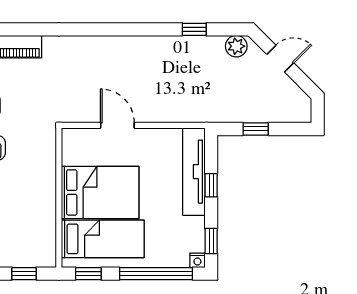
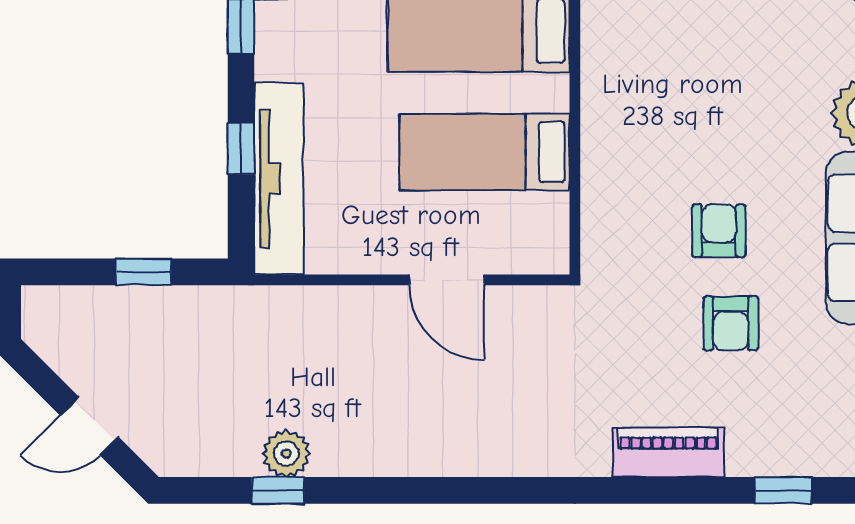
plant: (236, 46) -> (286, 454), moved
bed: (100, 192) -> (485, 152), width x0.67

